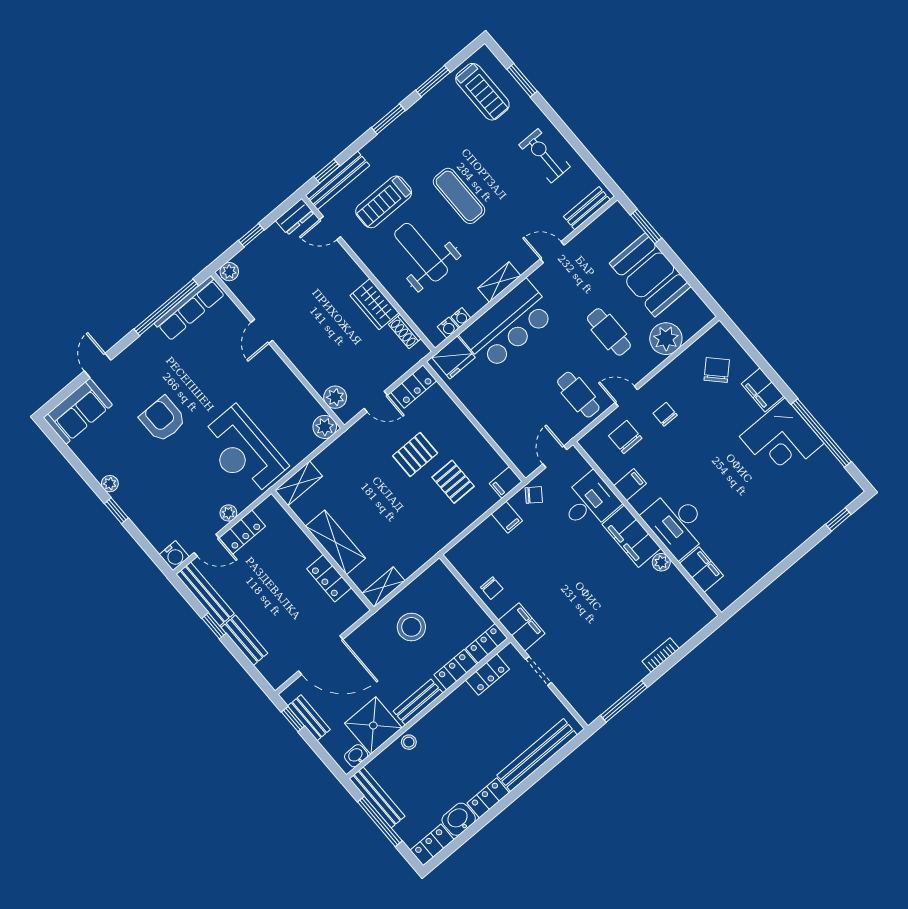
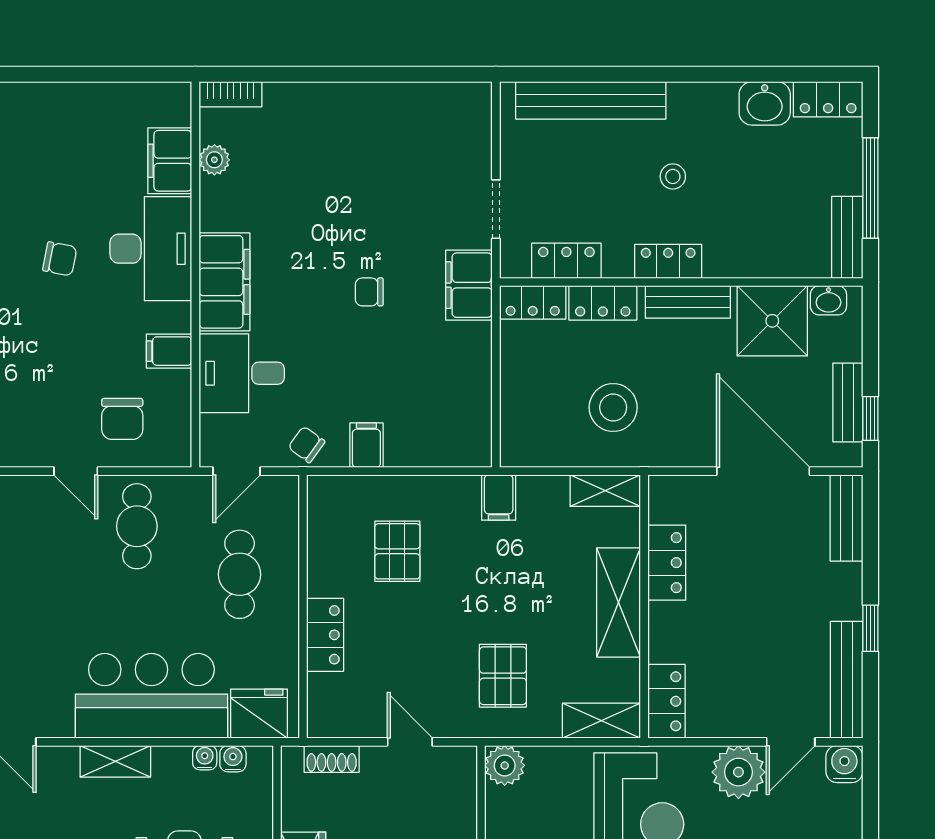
shoe rack: (405, 332) -> (332, 759), moved, turned 90
cafe table: (609, 332) -> (240, 574), moved
locker: (414, 386) -> (325, 635), moved, turned 90
plant: (335, 397) -> (458, 793), removed
chair: (665, 414) -> (60, 259), moved, turned -79
pallet: (415, 454) -> (503, 676), moved, turned 90
filing cabinet: (506, 482) -> (499, 497), moved, turned 90
plant: (228, 513) -> (738, 772), width x1.88, depth x1.88
locker: (242, 532) -> (666, 701), moved, turned 90
door: (207, 545) -> (791, 742), swing flipped
plant: (661, 562) -> (214, 160), moved
chair: (492, 588) -> (369, 292), moved, turned -90
bench: (244, 640) -> (846, 518), moved
bookcase: (661, 655) -> (230, 94), moved
window: (624, 701) -> (418, 74), removed
stool: (409, 742) -> (673, 176), moved
bench: (377, 797) -> (847, 237), width x0.73
locker: (488, 798) -> (668, 261), moved, turned 180

